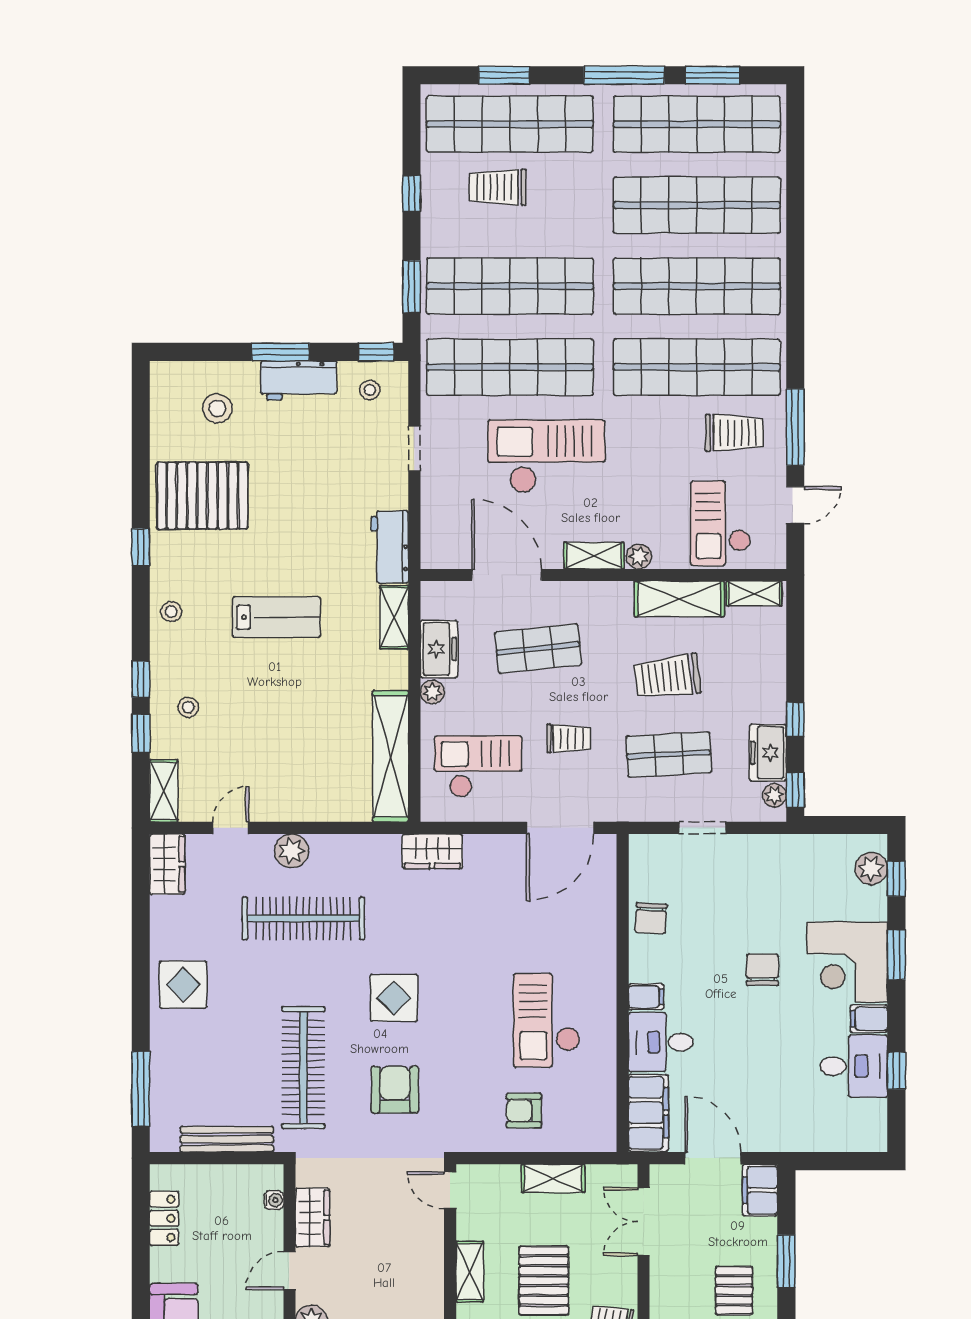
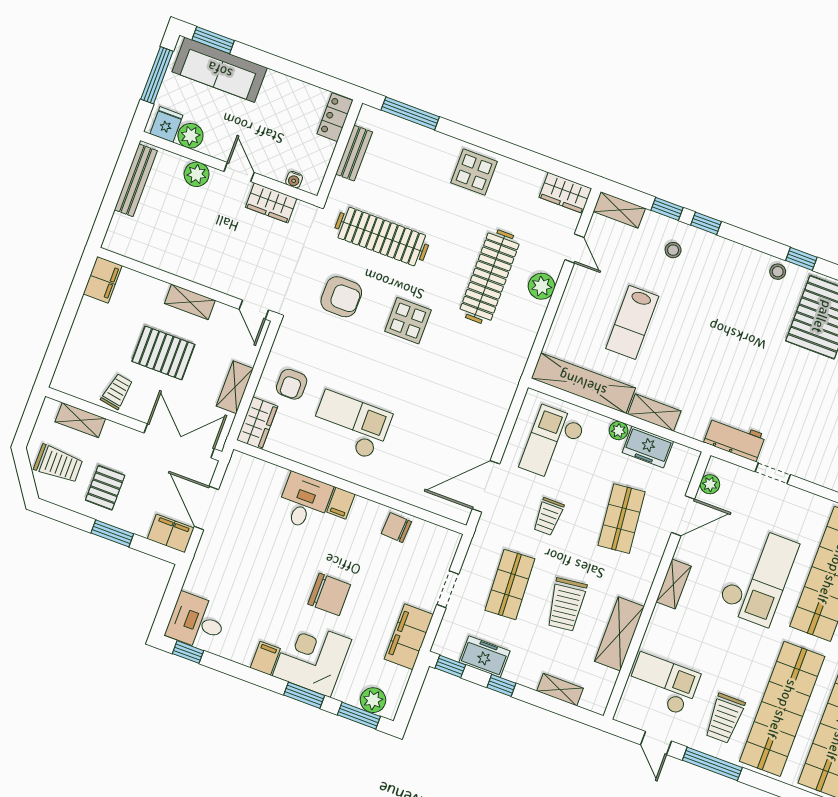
doorway: (414, 449) -> (773, 473), moved
plant: (639, 557) -> (710, 484), moved
door: (507, 575) -> (683, 516), width x0.73
shelving: (754, 593) -> (560, 690), moved, turned 90
stool: (171, 612) -> (778, 272), moved
lab bench: (276, 617) -> (632, 322), moved
shelving: (394, 617) -> (654, 413), moved
trolley: (668, 677) -> (566, 605), turned 180
checkout: (478, 766) -> (552, 444), turned 180
plant: (775, 795) -> (452, 650), removed
door: (560, 828) -> (486, 486), hinge flipped
wardrobe: (432, 851) -> (257, 423), moved, turned 180
window: (896, 879) -> (359, 716), width x1.50
chair: (762, 970) -> (329, 594), width x1.37, depth x1.37
desk: (854, 1066) -> (197, 622), moved, turned 90
window: (896, 1071) -> (188, 652), moved
armchair: (524, 1111) -> (292, 384), turned 180
filing cabinet: (649, 1113) -> (409, 637), moved, turned 90
bench: (227, 1139) -> (354, 153), width x0.73
door: (713, 1158) -> (206, 508), swing flipped
door: (450, 1190) -> (254, 310), swing flipped
locker: (164, 1218) -> (335, 117), moved, turned 90
double door: (644, 1222) -> (179, 441), width x1.37
pallet: (734, 1290) -> (105, 488), turned 90

